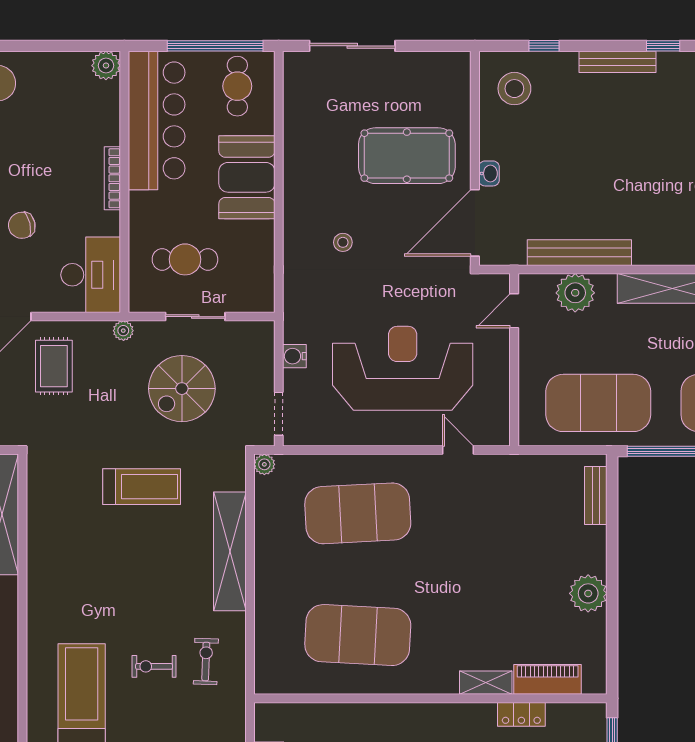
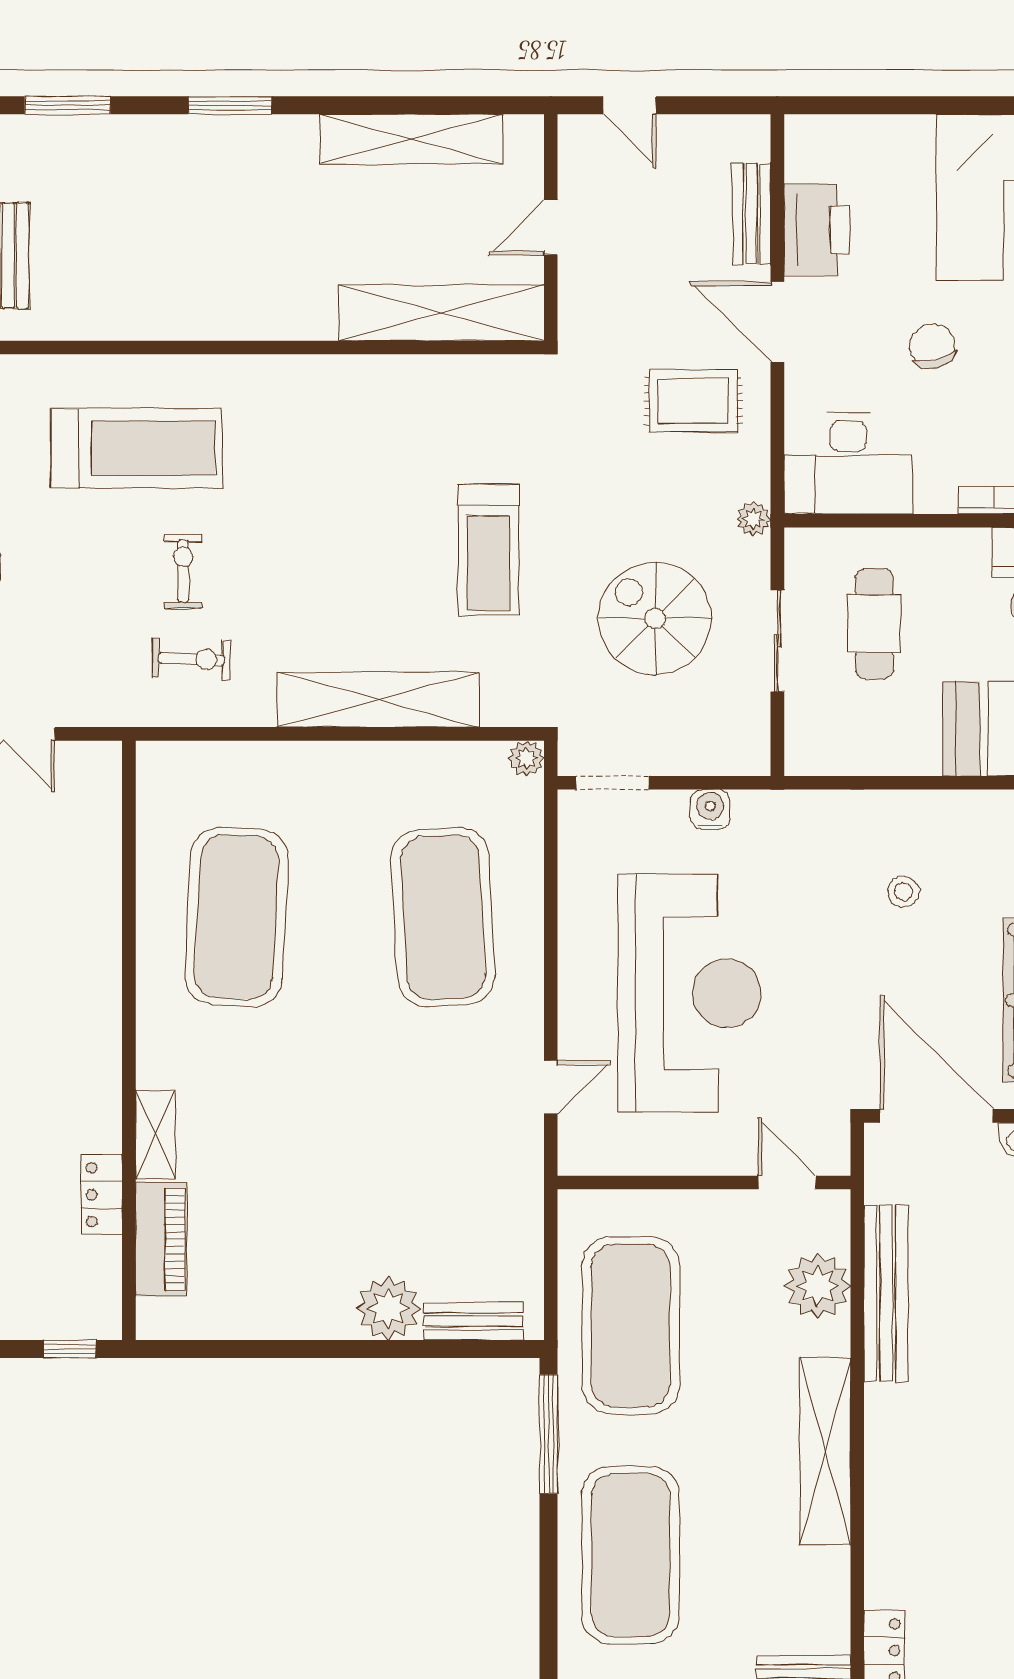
plant: (588, 593) -> (388, 1308), moved

